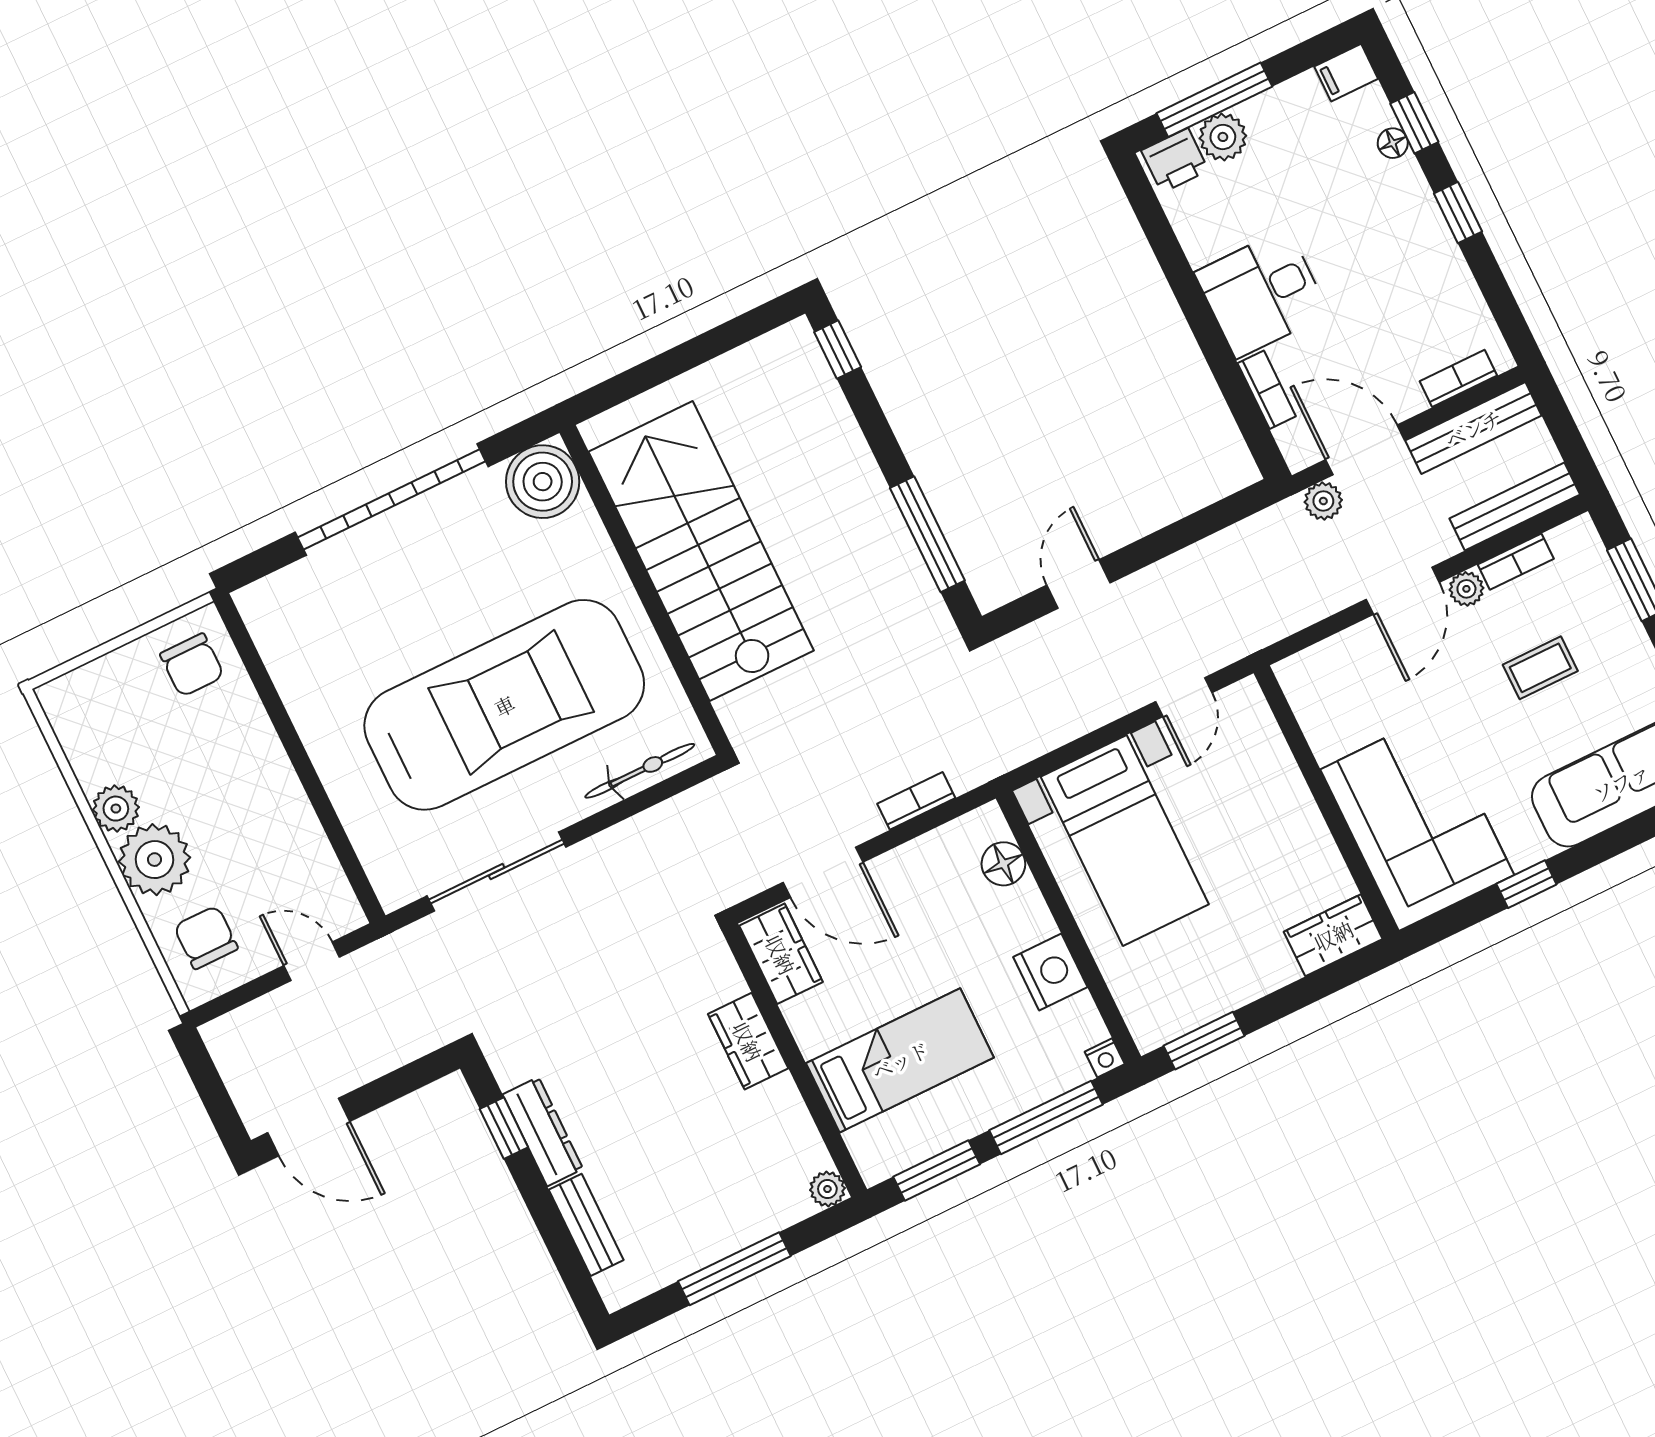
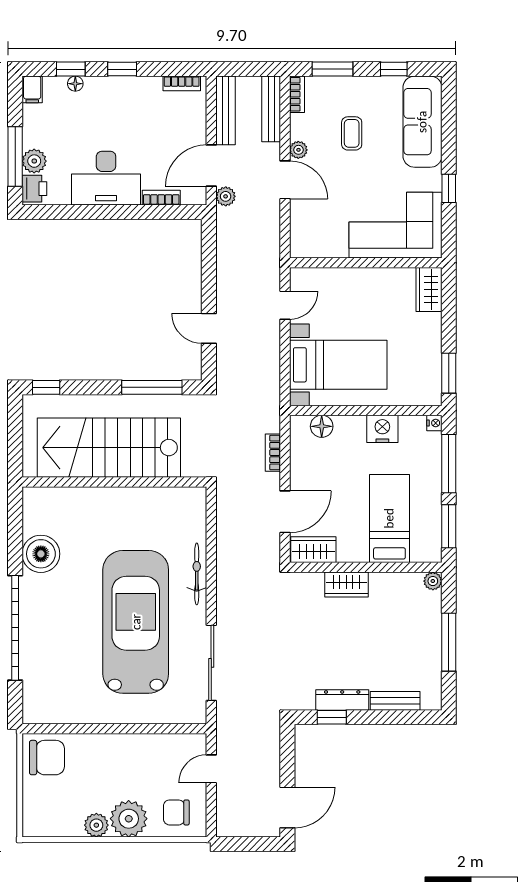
desk: (1262, 293) -> (106, 178), width x1.37
bookcase: (1458, 378) -> (182, 83), moved, turned -90
stairs: (701, 551) -> (109, 448), moved
bookcase: (1516, 562) -> (297, 94), moved
wall: (646, 590) -> (114, 482), moved
chair: (192, 665) -> (47, 758), width x1.37, depth x1.37
door: (1184, 697) -> (285, 305), hinge flipped

